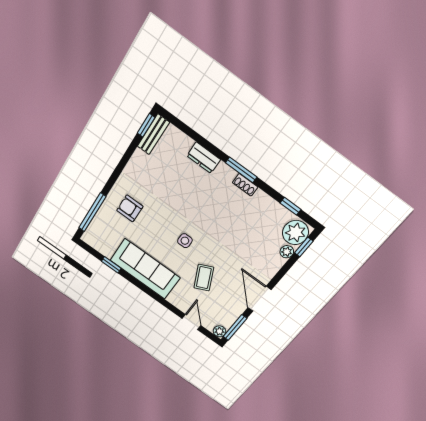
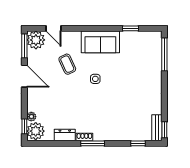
dresser: (204, 158) -> (65, 135), moved
window: (290, 206) -> (138, 143), moved
armchair: (130, 208) -> (142, 74), removed
sofa: (145, 269) -> (100, 42), width x0.73
plant: (219, 331) -> (36, 40), width x1.87, depth x1.87

